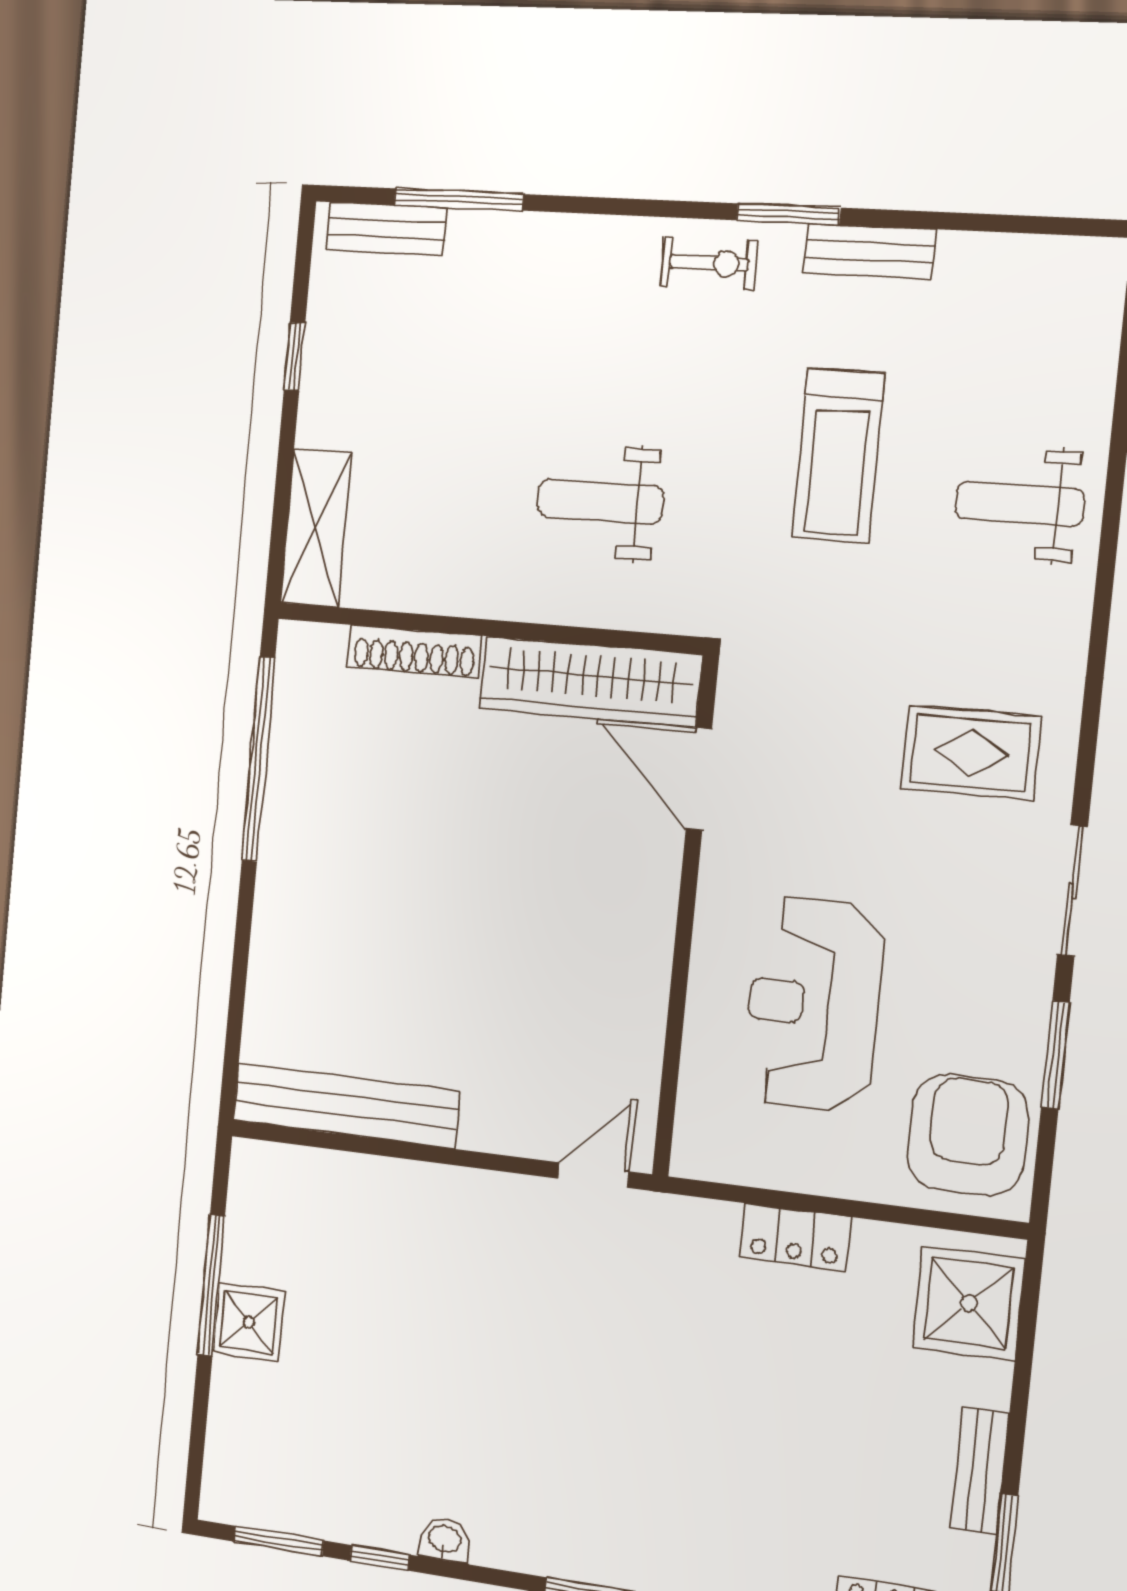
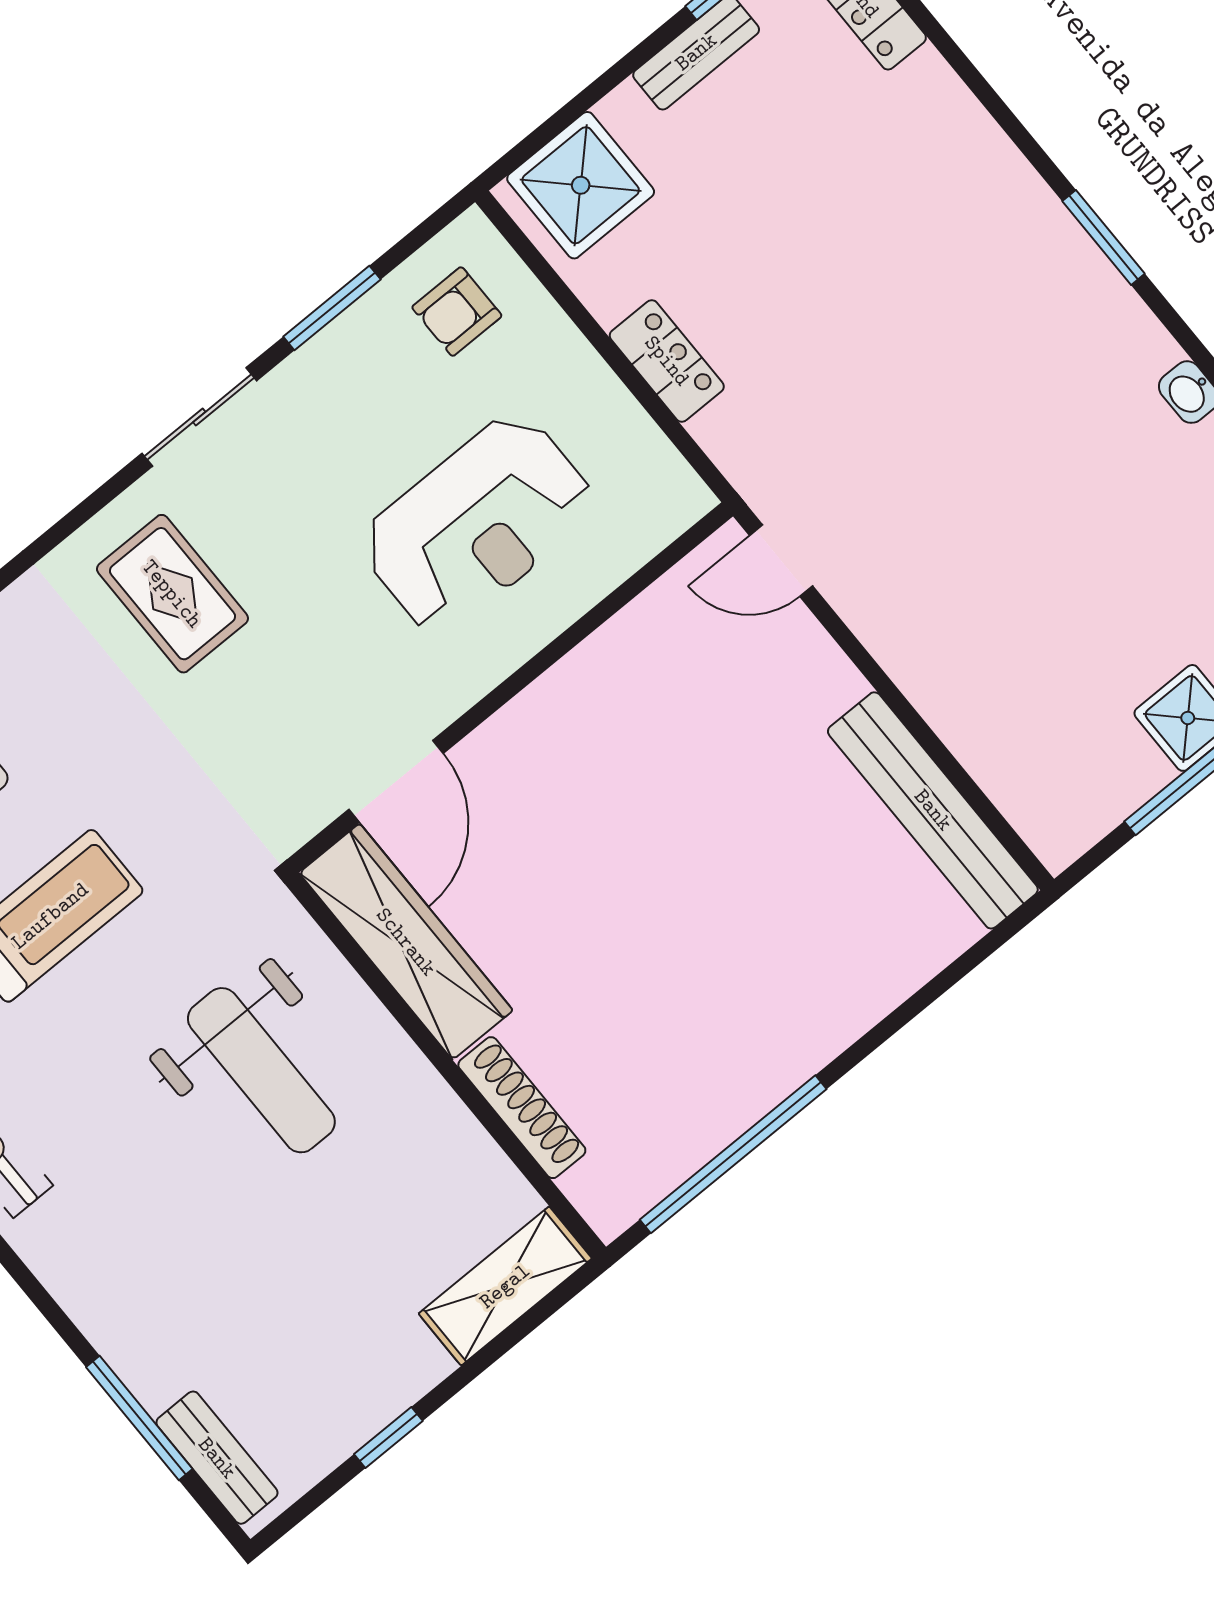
weight bench: (600, 501) -> (261, 1070), width x1.36, depth x1.33
armchair: (968, 1135) -> (457, 312), width x0.53, depth x0.53

